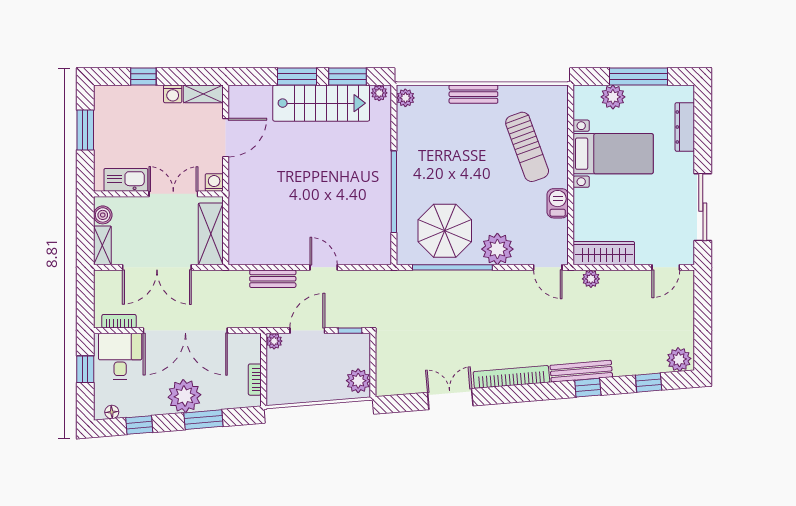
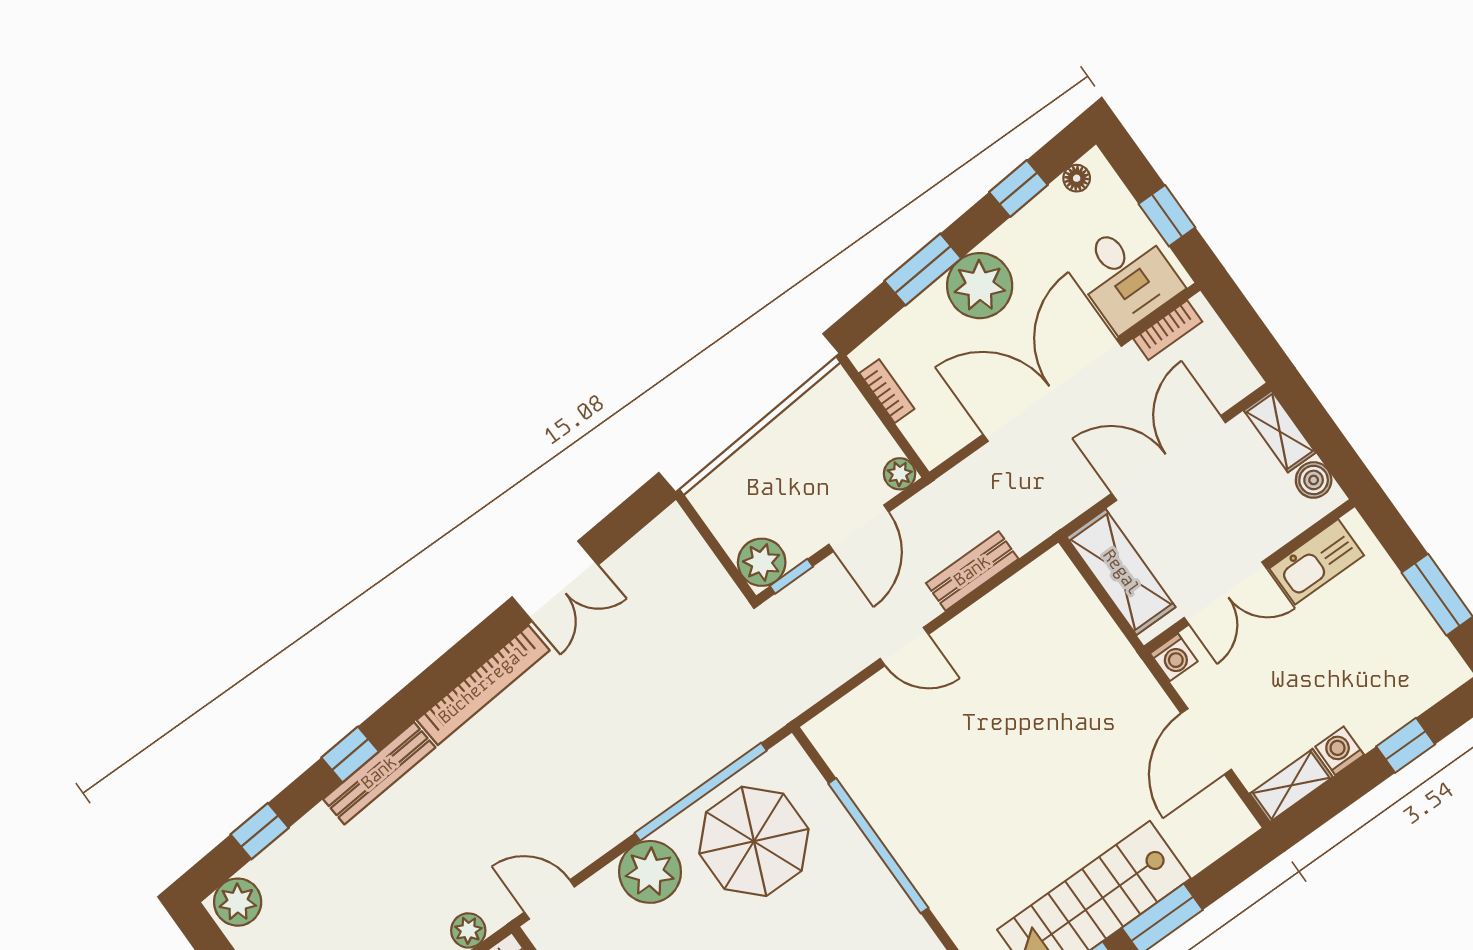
plant: (358, 381) -> (762, 562), moved

